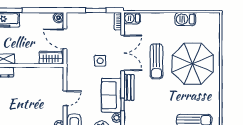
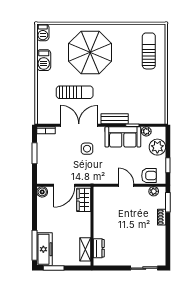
barbecue: (132, 18) -> (43, 32), moved
sun lounger: (156, 61) -> (75, 92), moved

